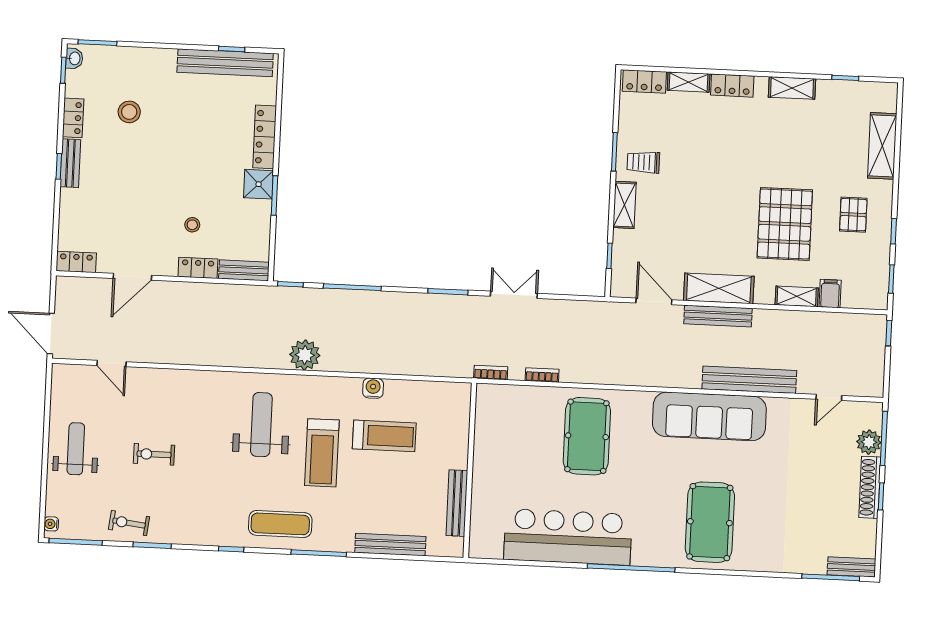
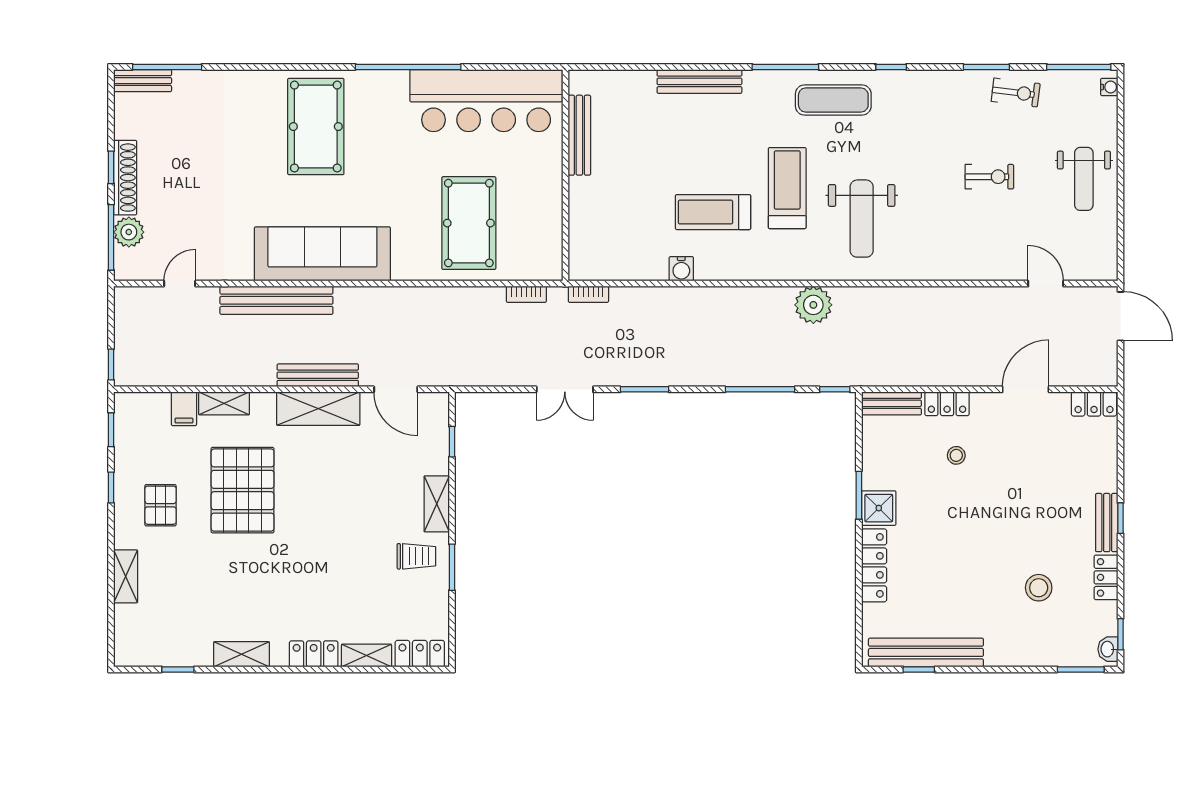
shelving: (882, 146) -> (126, 576), width x0.67, depth x0.75
water cooler: (373, 388) -> (681, 269), moved
wall: (470, 470) -> (566, 175), moved
bench: (457, 503) -> (579, 135), moved

